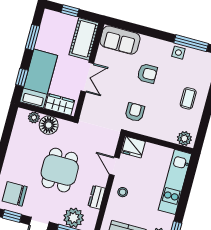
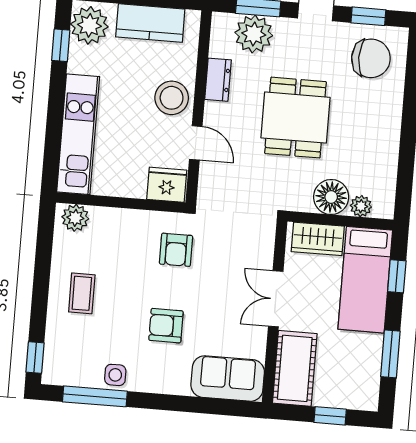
stool: (123, 192) -> (172, 98), width x1.89, depth x1.89

